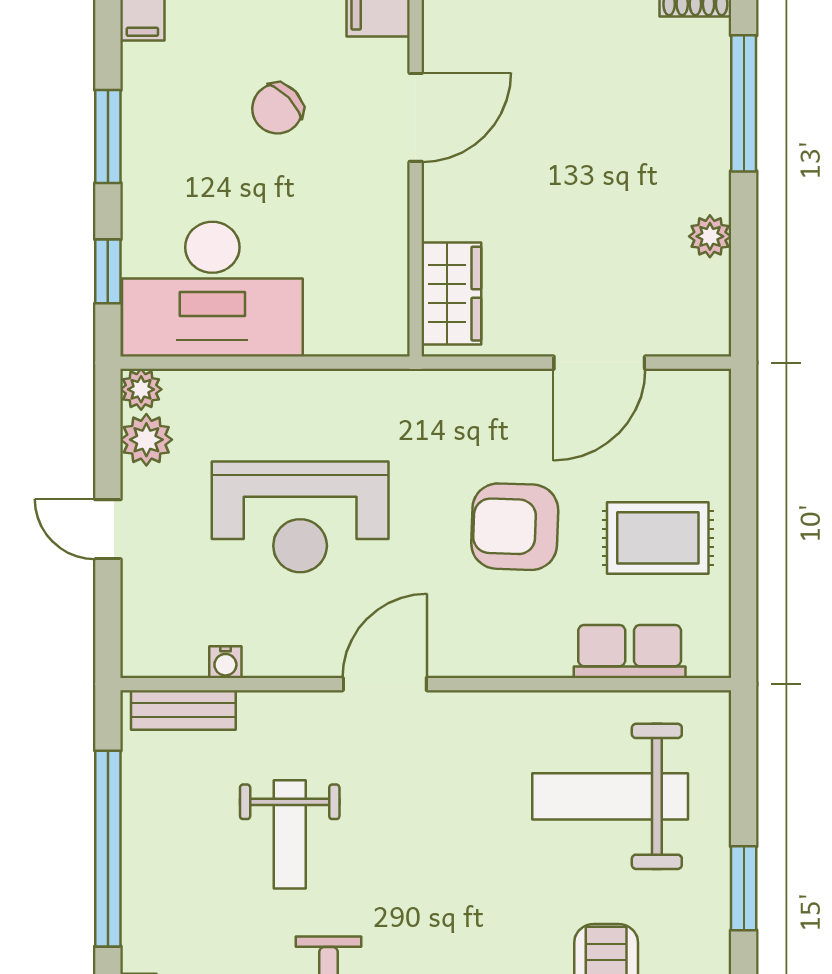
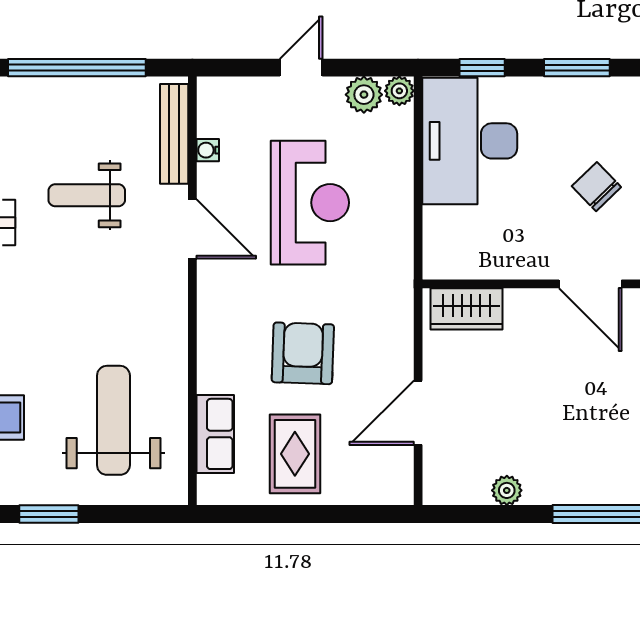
door: (599, 363) -> (418, 413), hinge flipped
reception desk: (300, 517) -> (310, 203), turned 180
door: (385, 684) -> (192, 229), moved
bench: (183, 710) -> (174, 134), width x1.36

